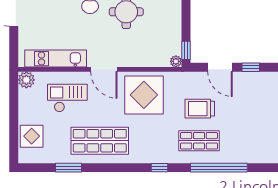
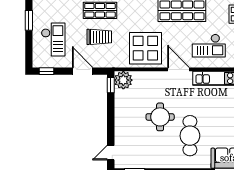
plant: (176, 61) -> (123, 80), width x1.87, depth x1.87
window: (251, 67) -> (46, 71), moved
checkout: (256, 105) -> (53, 40), added

